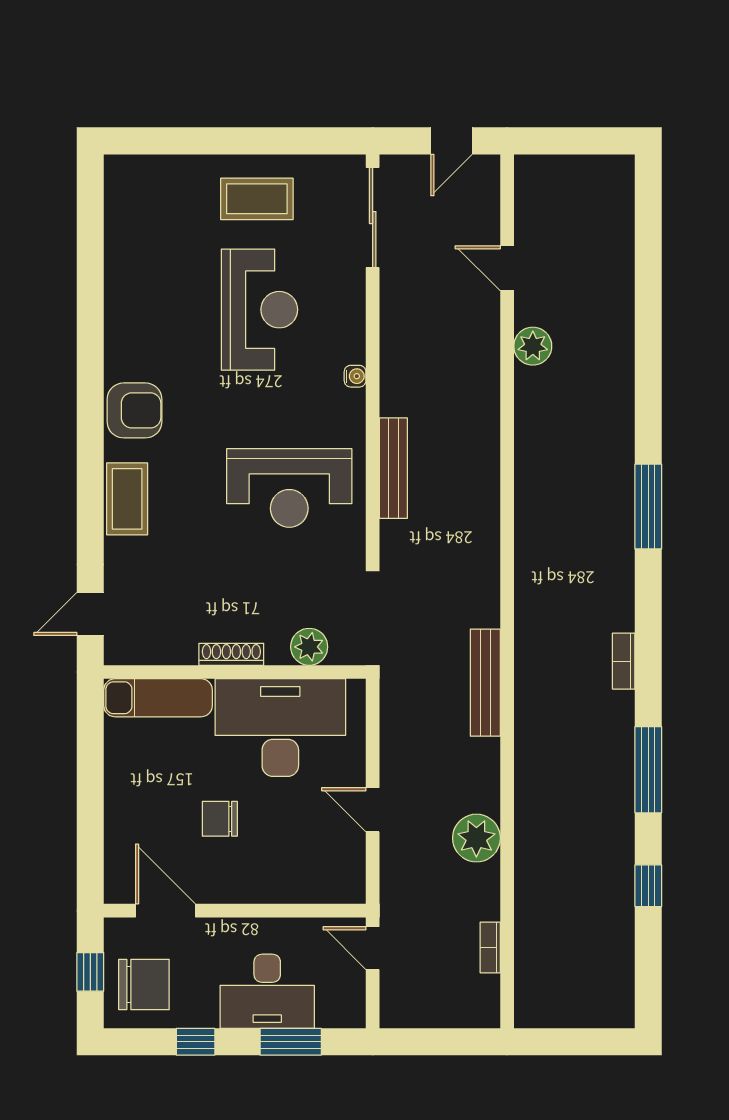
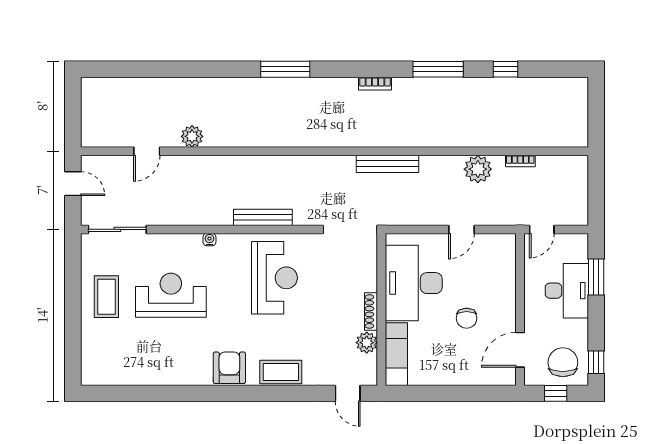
plant: (309, 647) -> (367, 343), moved
bookcase: (490, 947) -> (520, 161), moved
window: (196, 1042) -> (596, 362), moved

